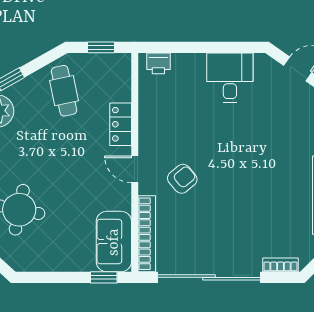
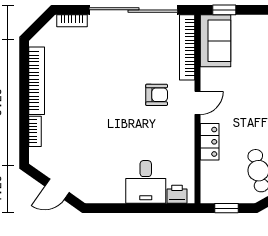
desk: (230, 78) -> (146, 182), moved
door: (135, 169) -> (197, 103), hinge flipped
armchair: (182, 179) -> (157, 95), turned -140

